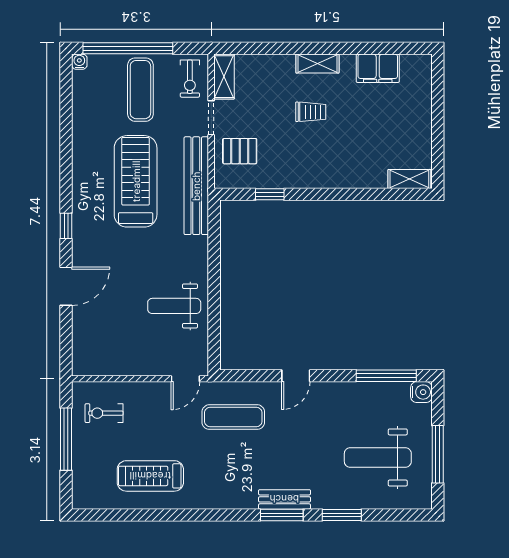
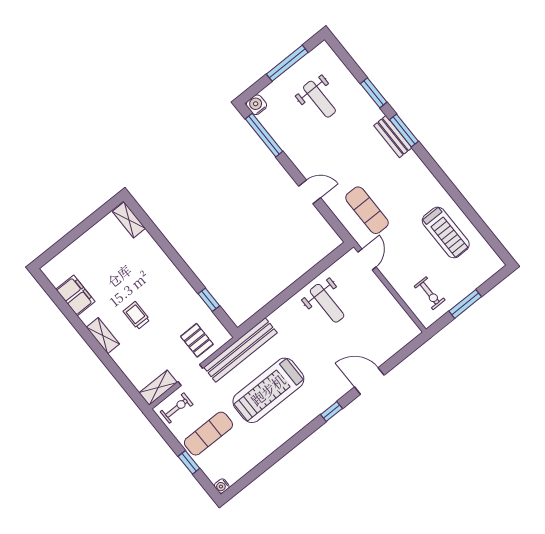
window: (128, 48) -> (189, 462), width x0.32
door: (185, 379) -> (367, 260), hinge flipped
window: (66, 439) -> (465, 304), width x0.69
weight bench: (378, 457) -> (319, 99), width x0.73, depth x0.75

